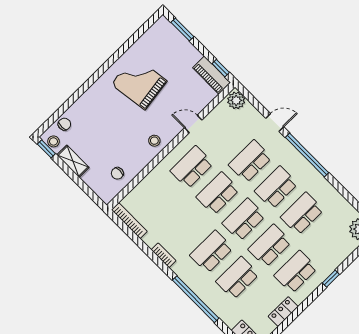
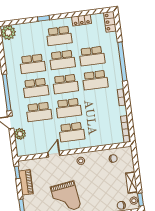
piano: (212, 75) -> (26, 182), moved
plant: (236, 100) -> (20, 134), moved
door: (193, 124) -> (54, 154), swing flipped

